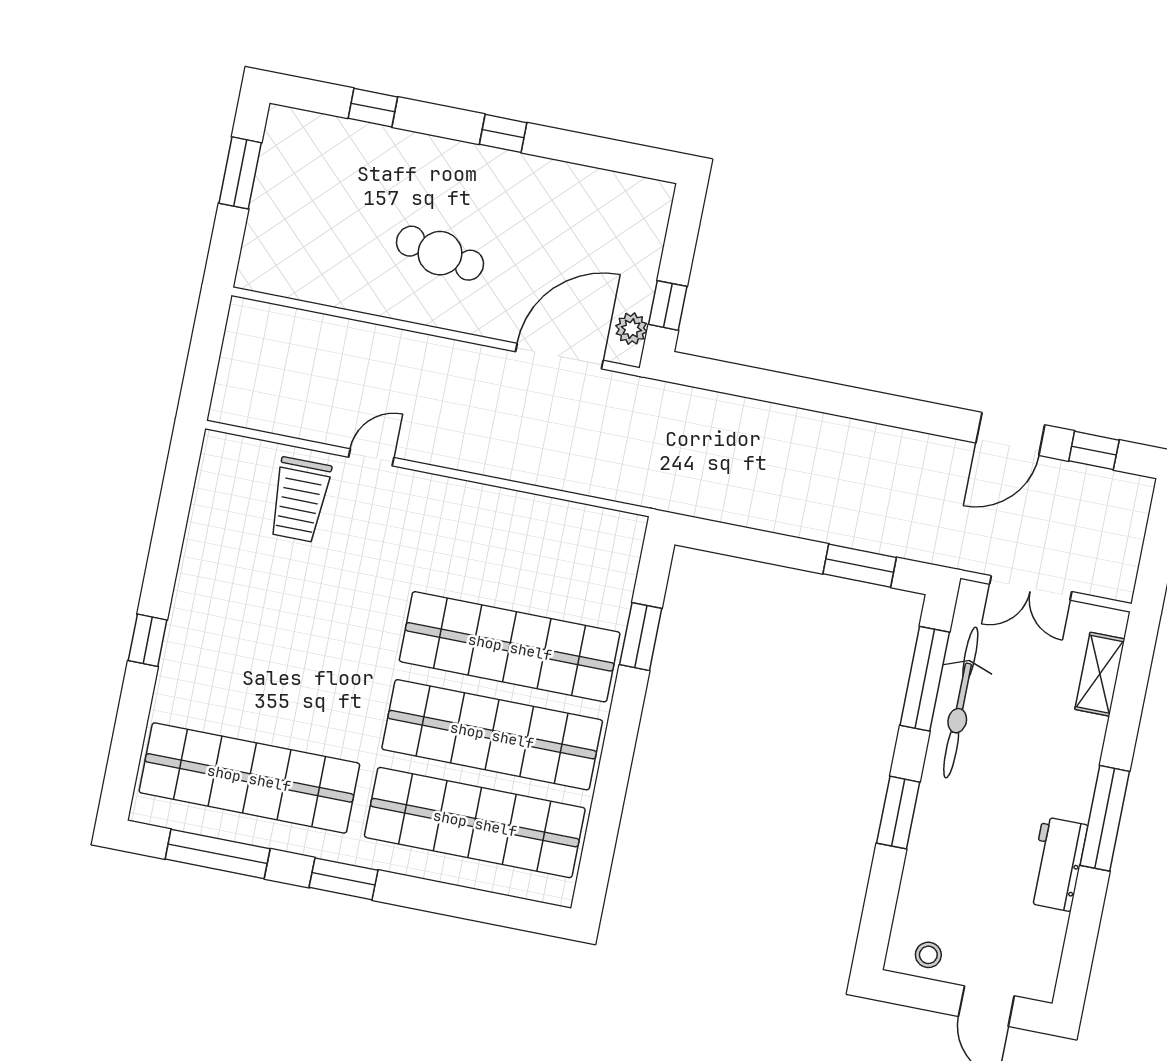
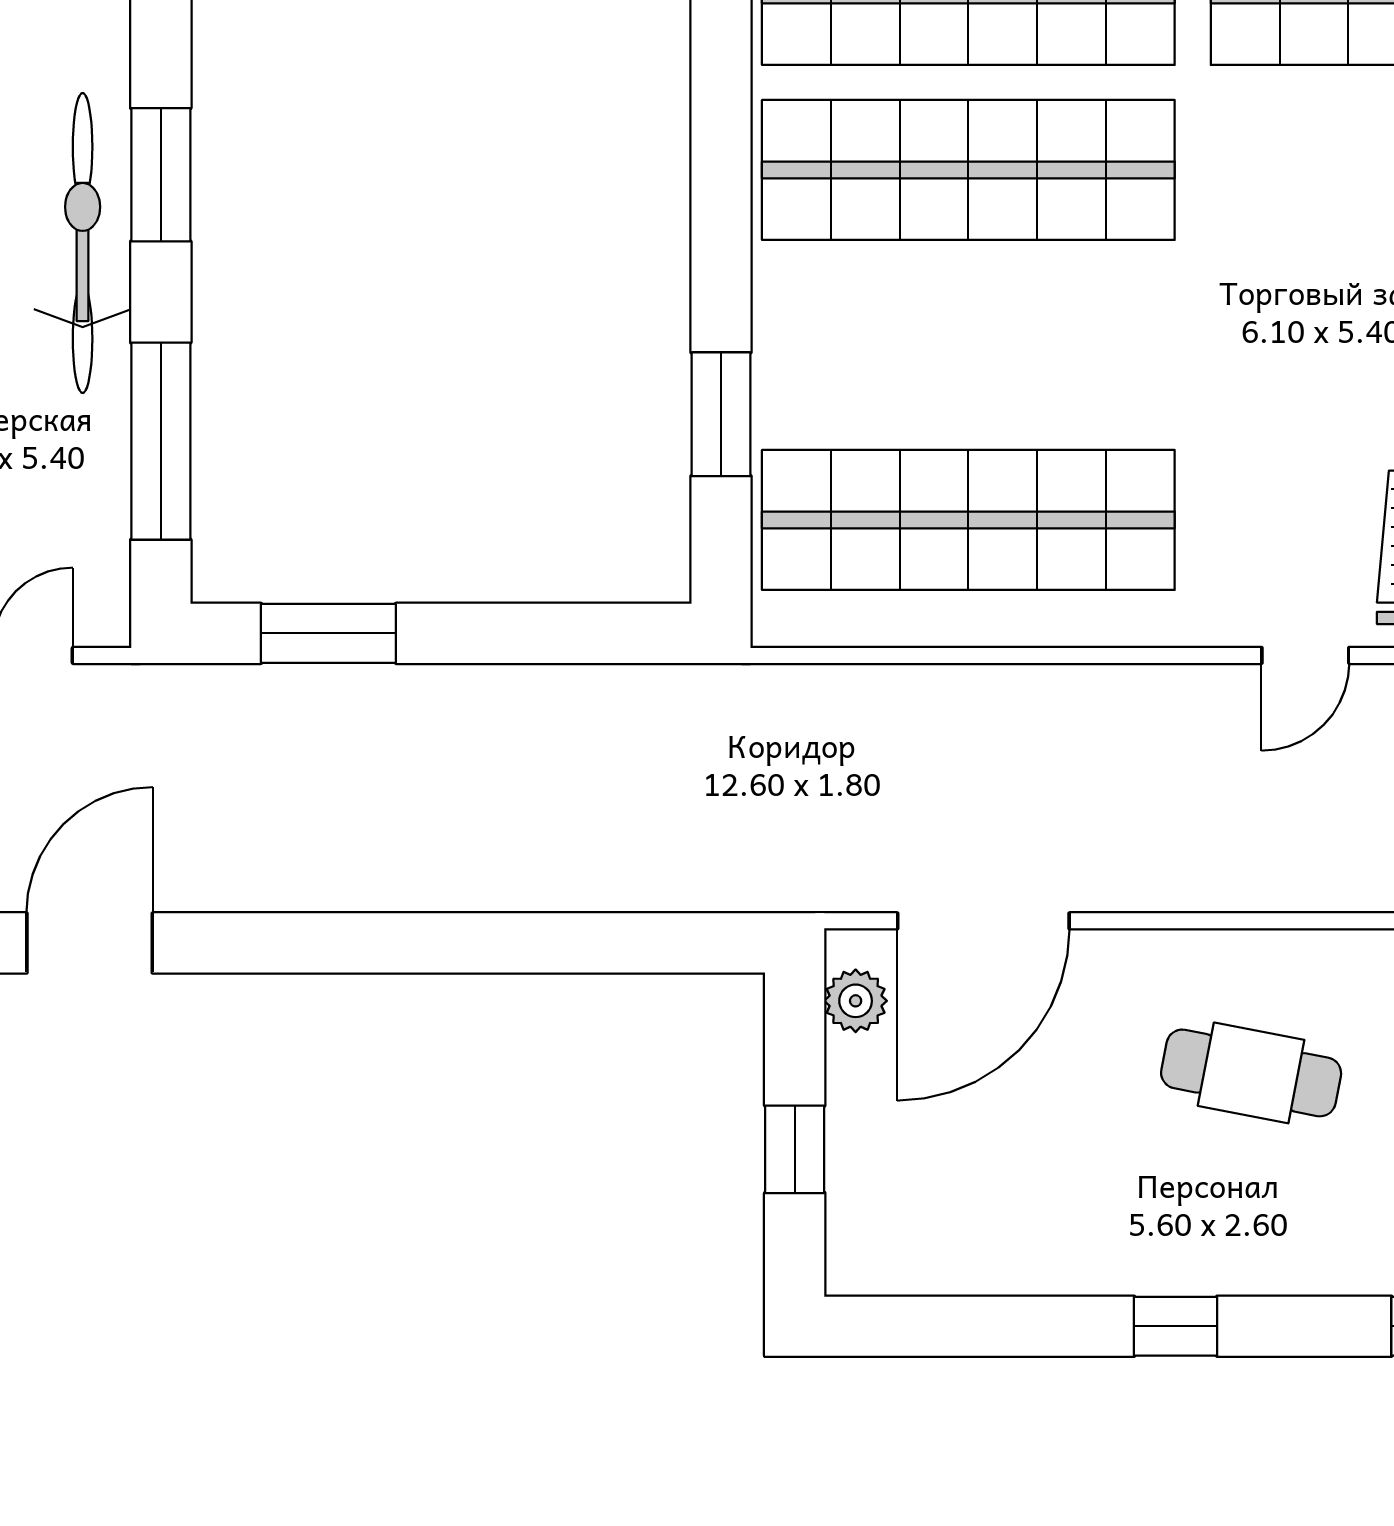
window: (668, 305) -> (795, 1149), moved
shop shelf: (510, 647) -> (968, 520), moved
bicycle: (961, 703) -> (83, 243), moved

